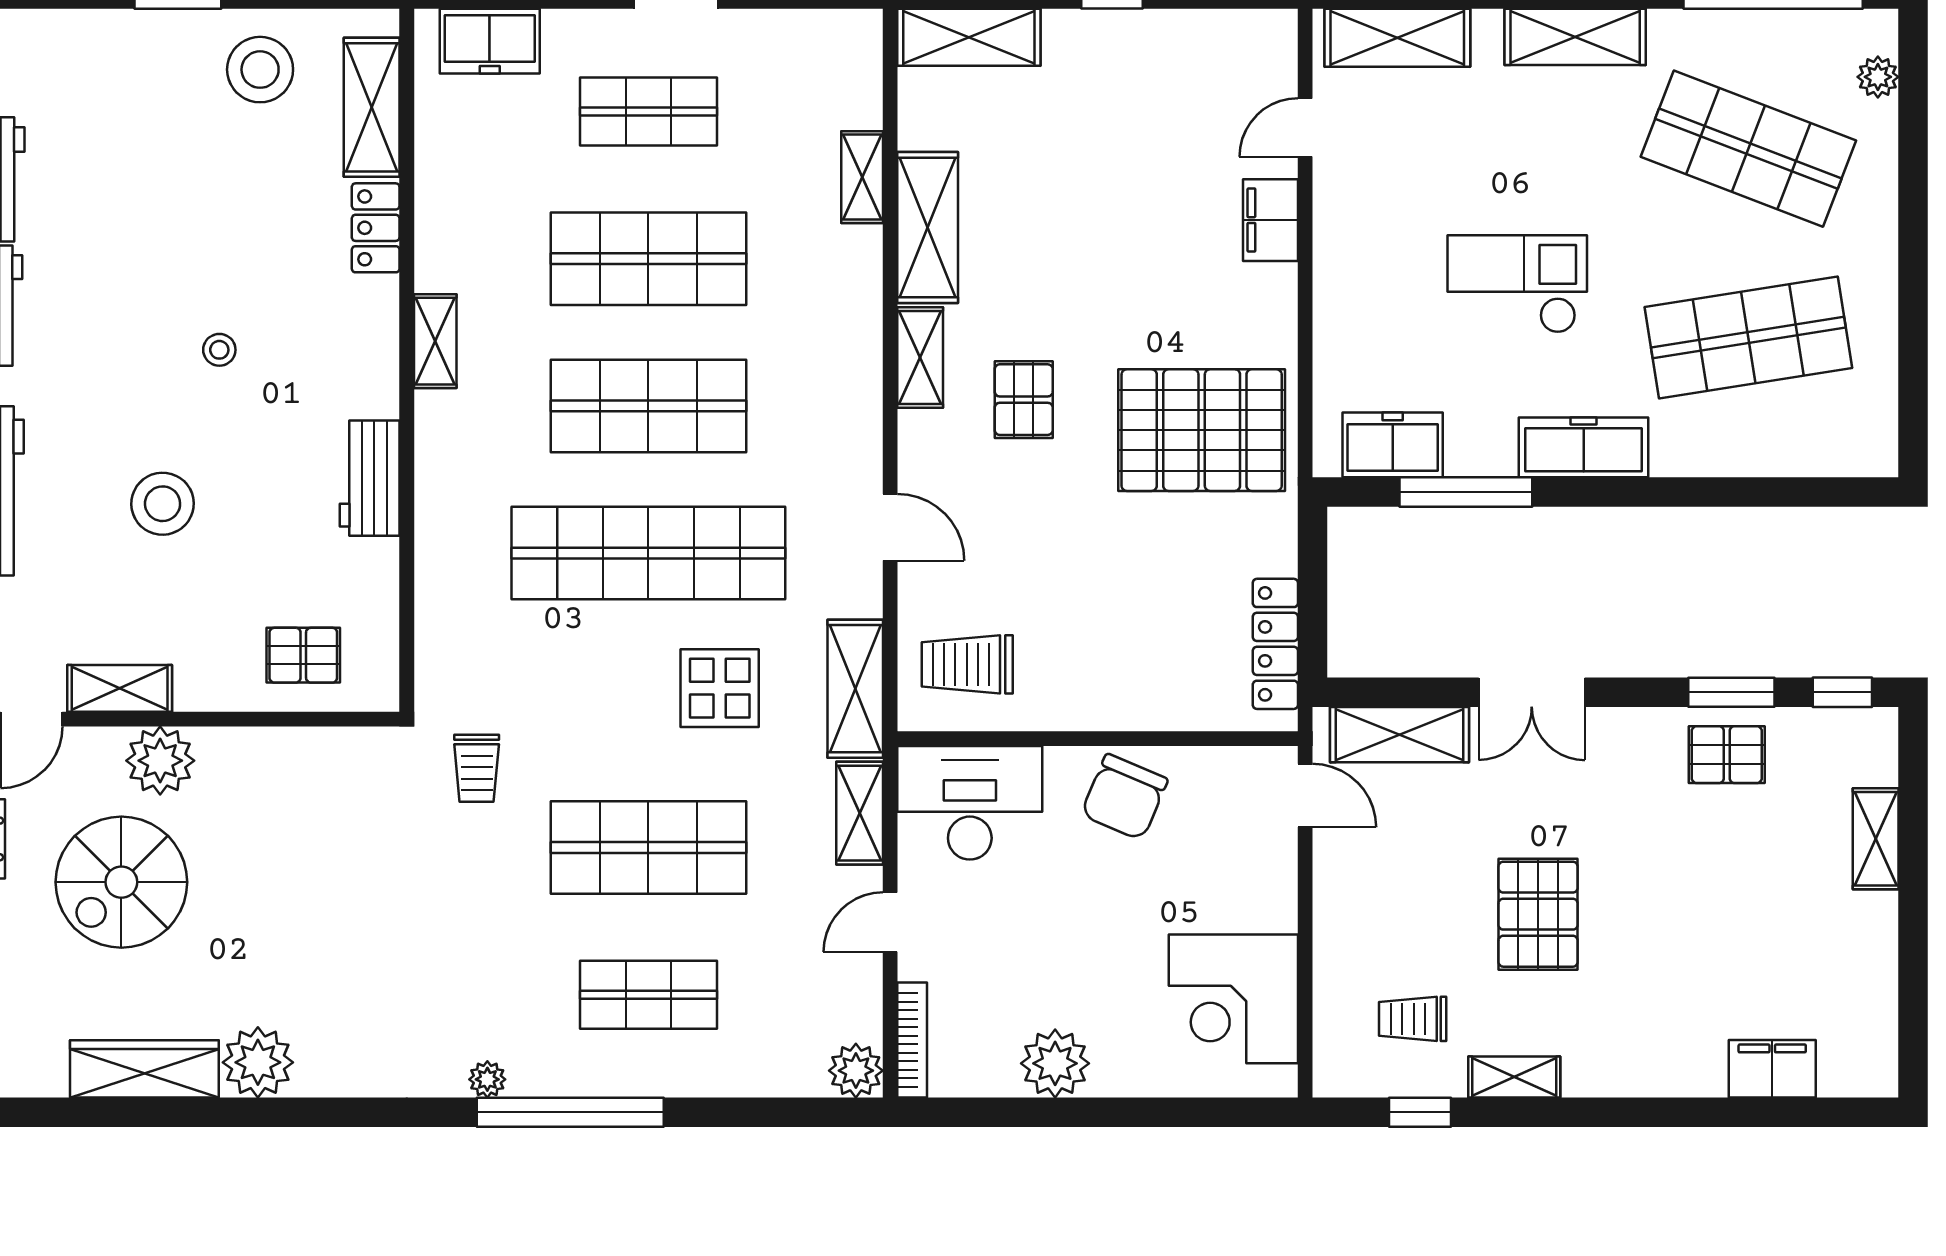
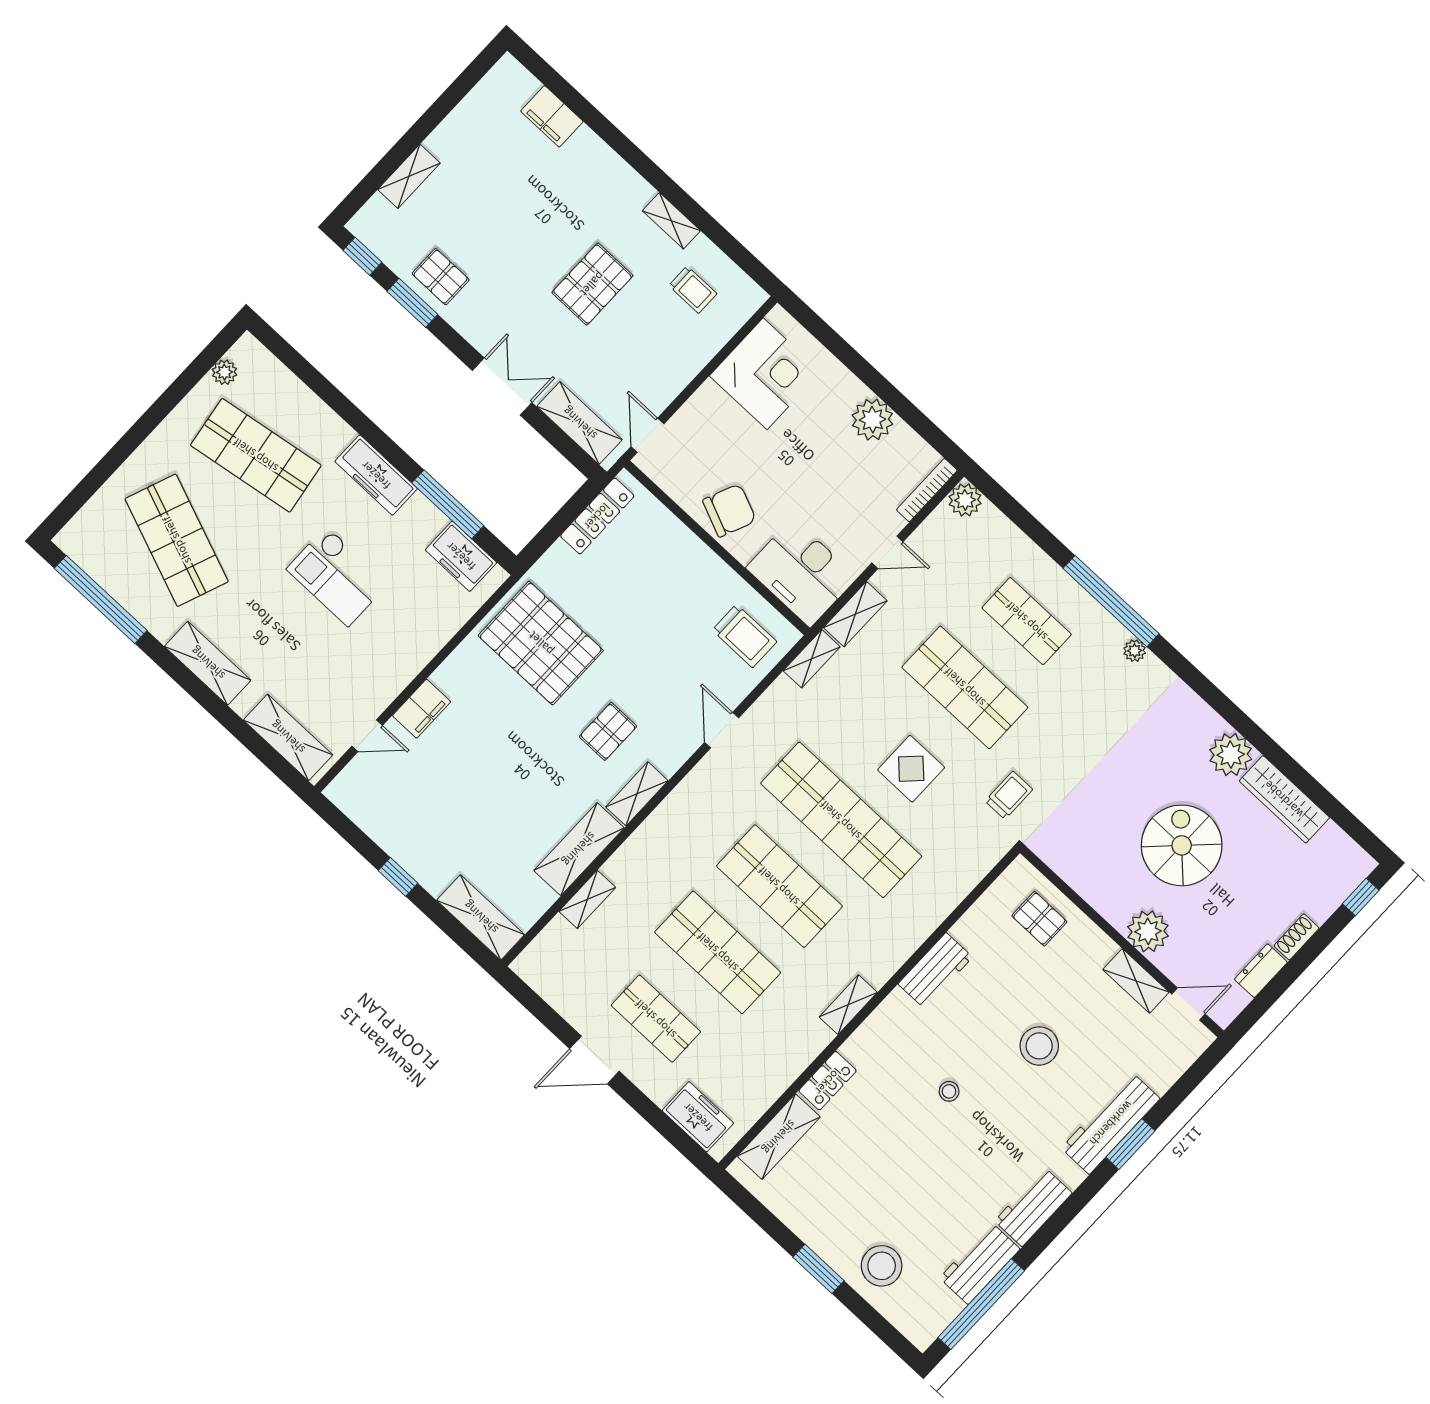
stool: (260, 70) -> (882, 1266), moved
plant: (1878, 77) -> (224, 372), moved
display table: (720, 688) -> (911, 769), moved
shelving: (855, 689) -> (812, 659), width x0.67, depth x0.75
spiral stairs: (121, 882) -> (1182, 845), moved, turned -90
window: (1420, 1112) -> (729, 245), removed

